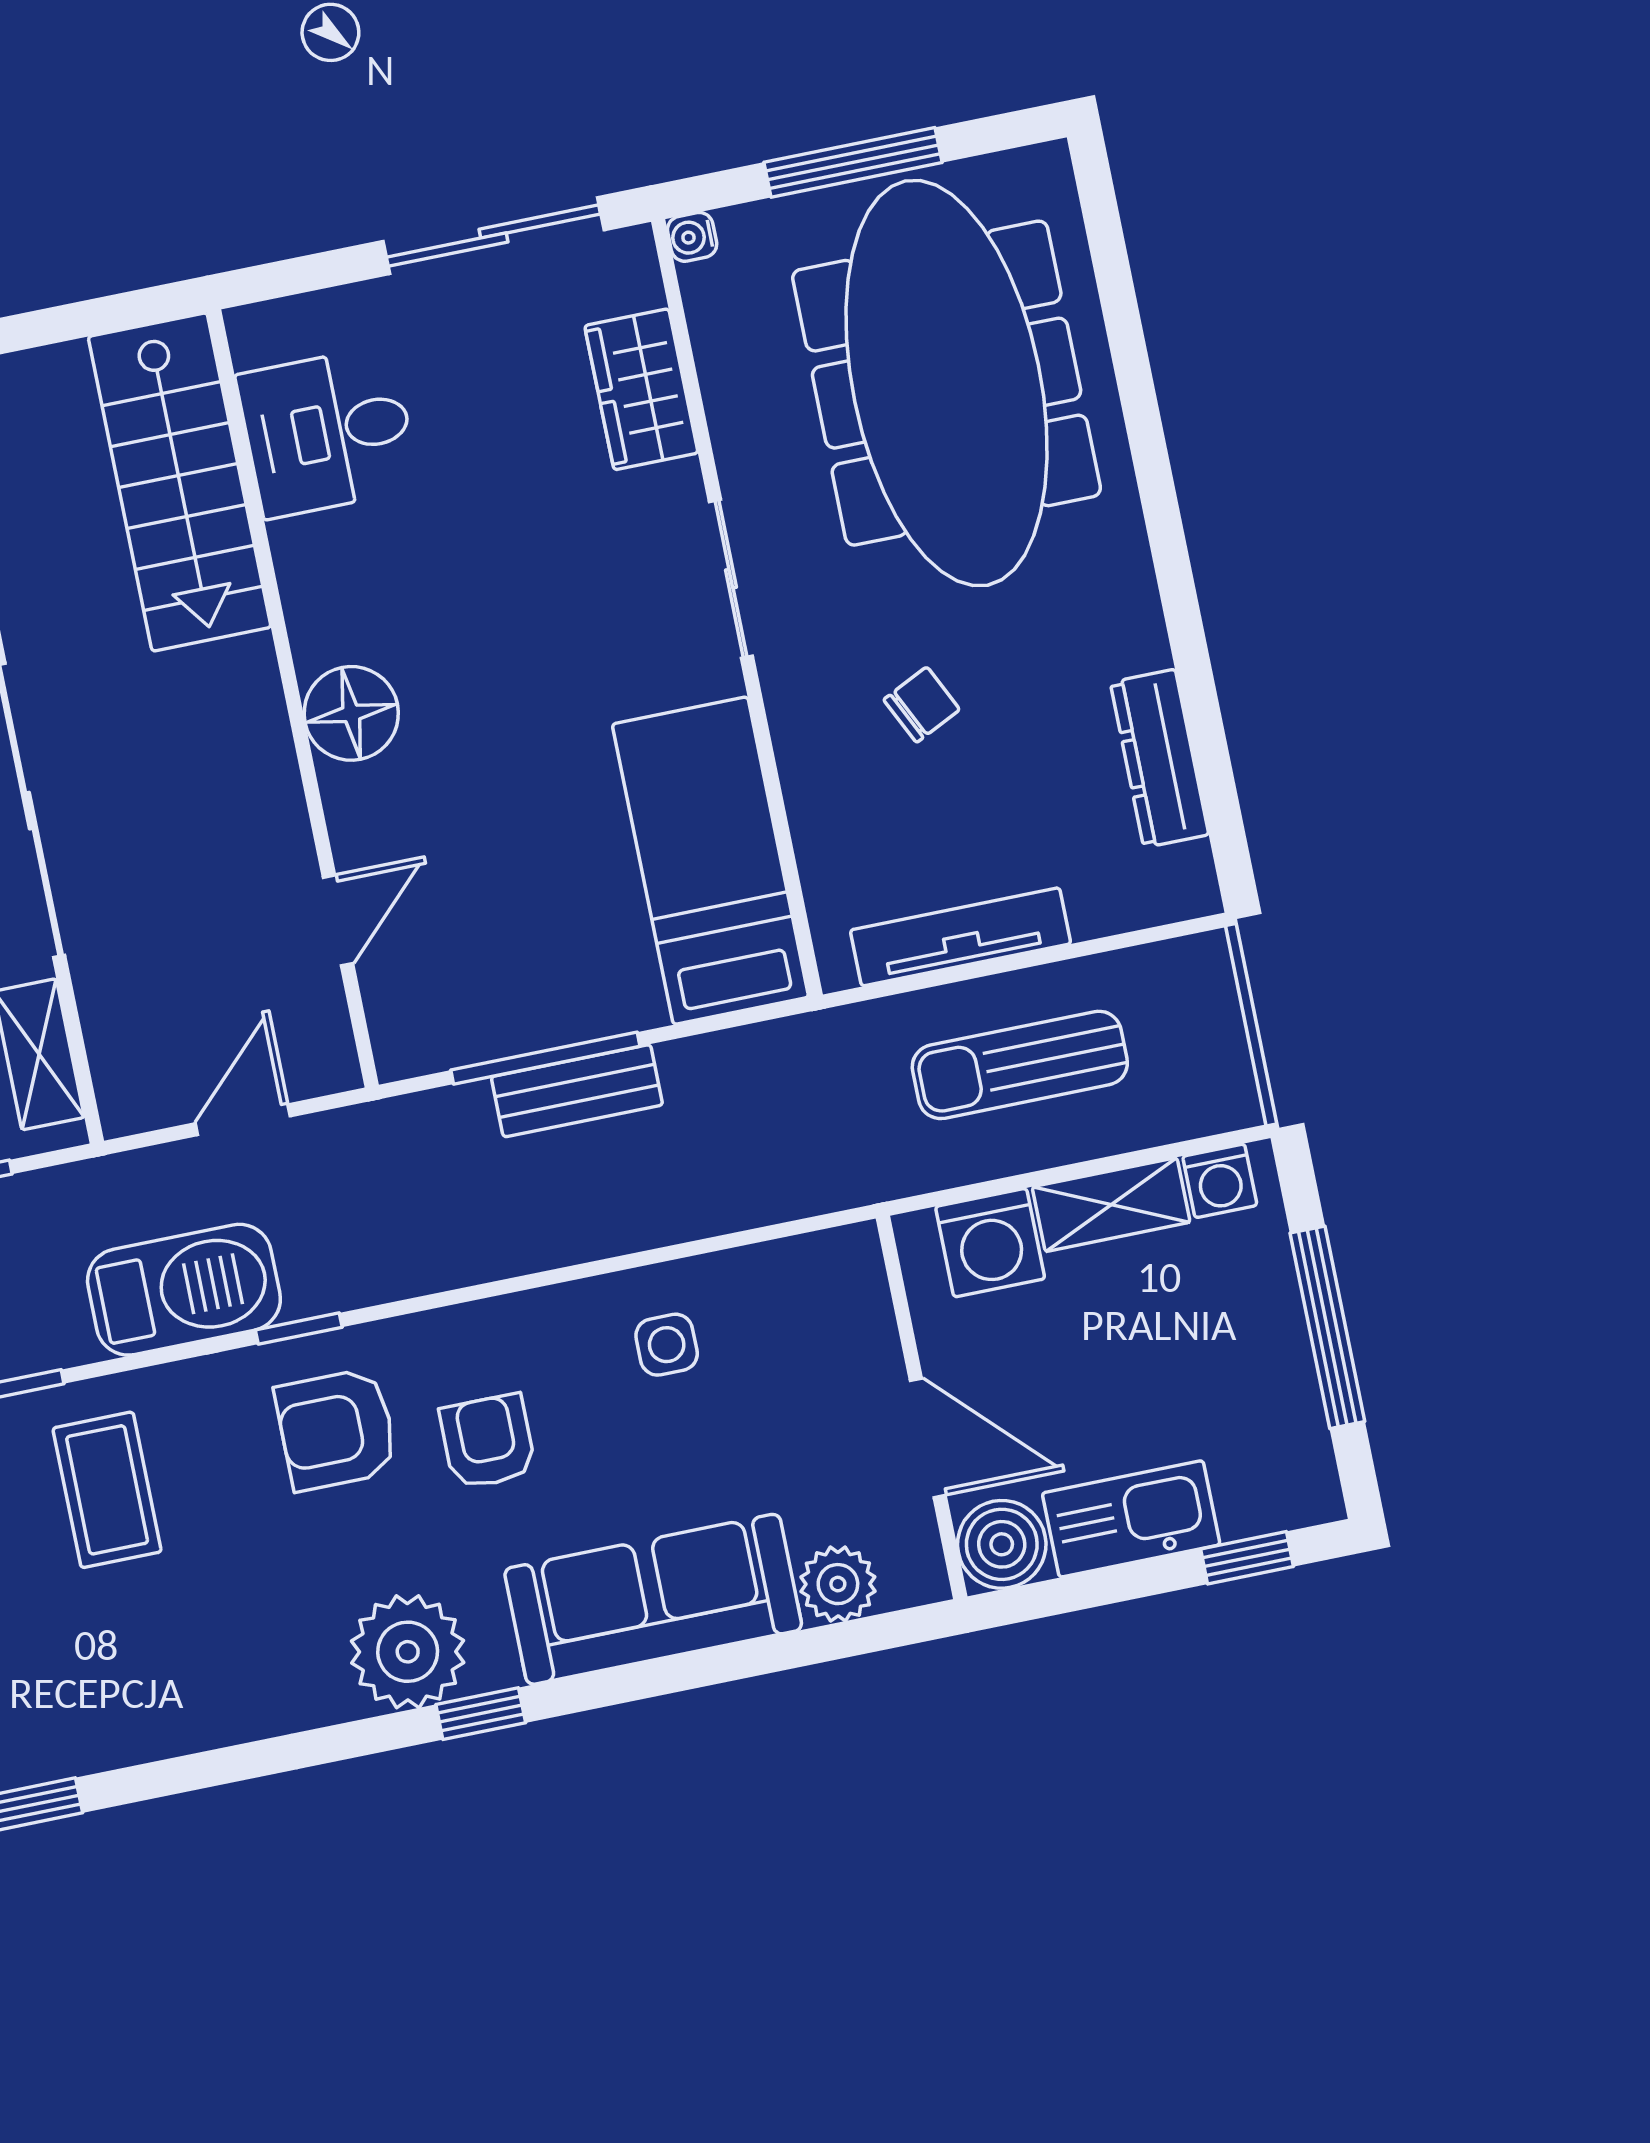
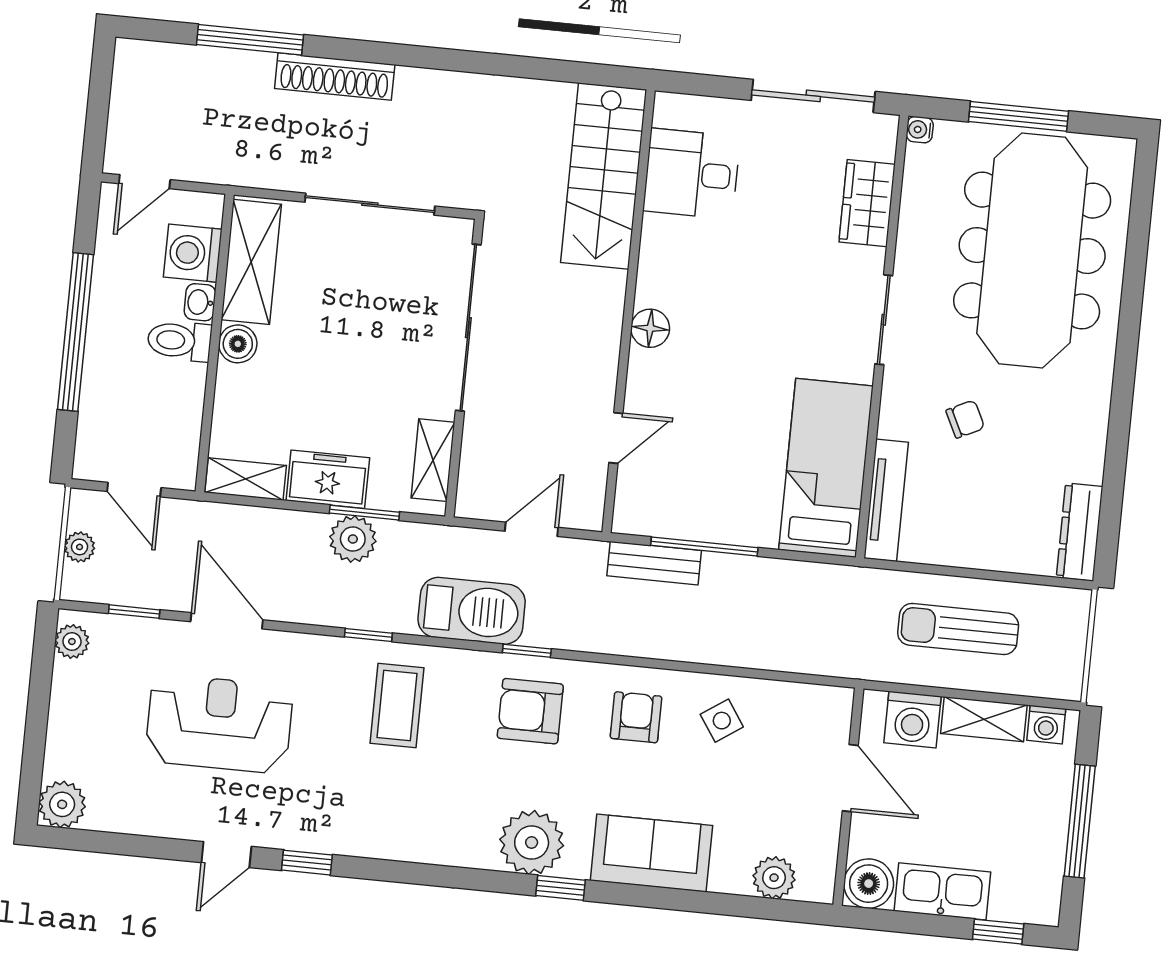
floor lamp: (351, 713) -> (650, 328), width x0.73, depth x0.73
dresser: (1159, 758) -> (1080, 532), moved
tv unit: (961, 937) -> (886, 500), moved, turned 90
bench: (577, 1091) -> (654, 563), moved
side table: (667, 1345) -> (722, 721), turned -34
door: (928, 1438) -> (850, 778), moved
armchair: (488, 1441) -> (636, 717), moved
sofa: (653, 1599) -> (651, 853), width x0.73

